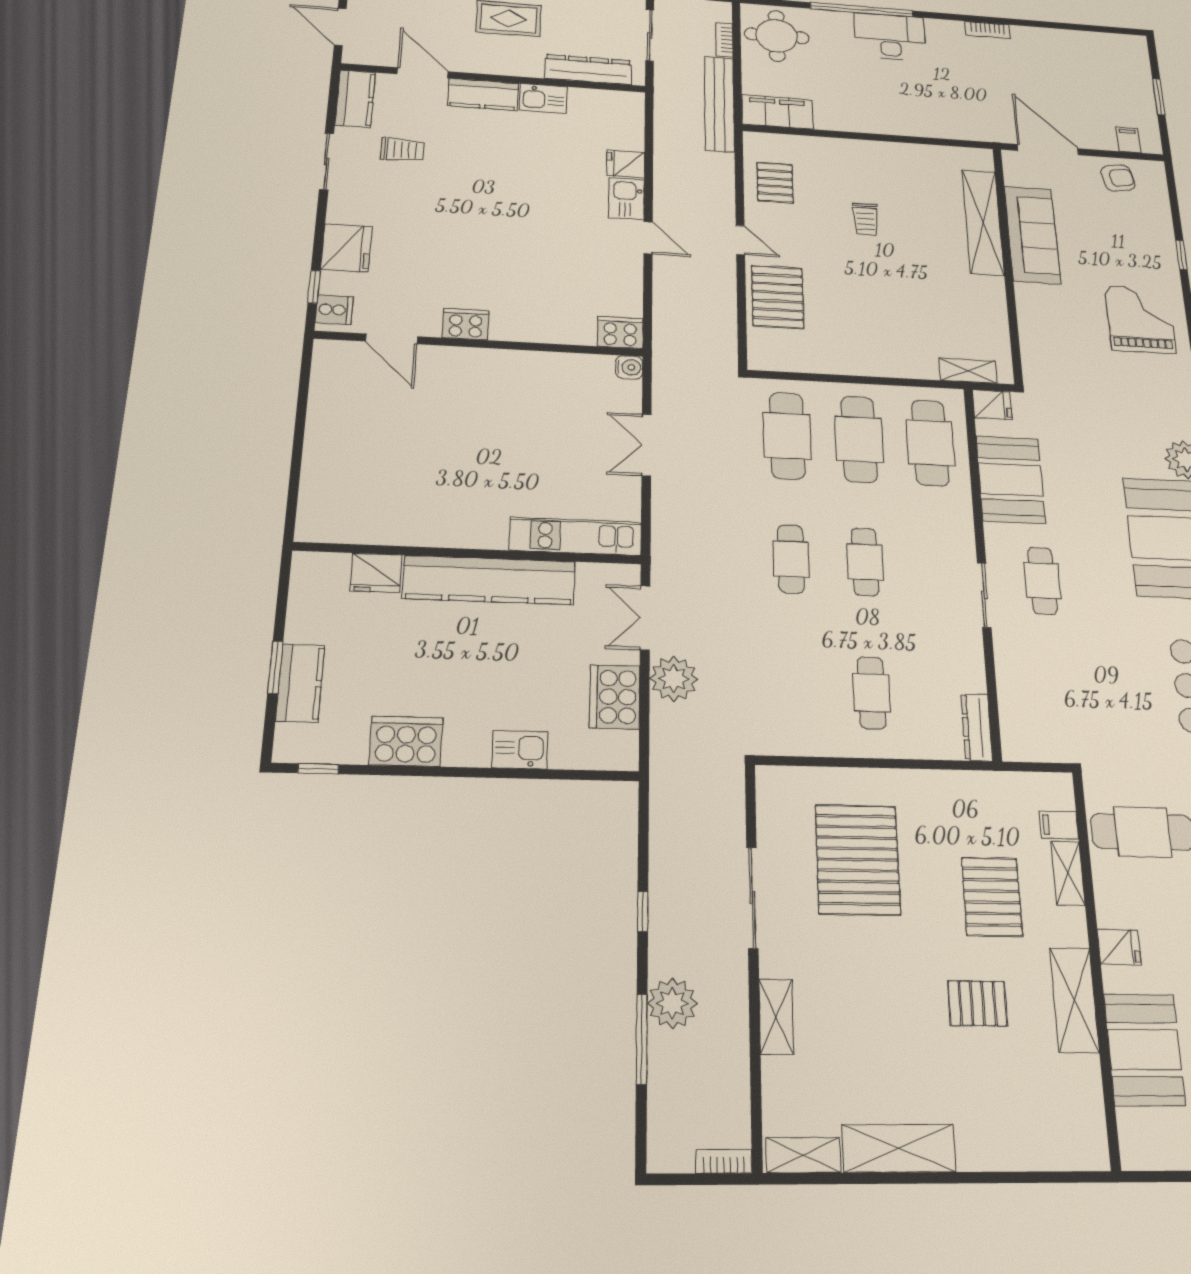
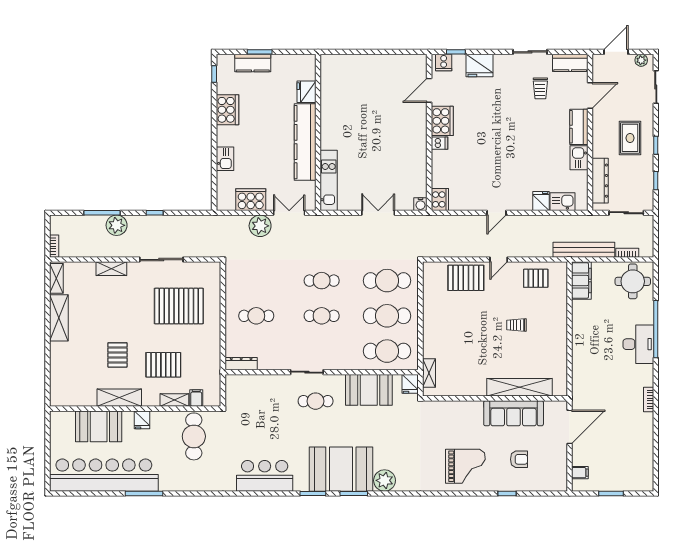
armchair: (1118, 178) -> (519, 459), moved, turned -80
kitchen sink: (627, 199) -> (562, 202), moved
cooker: (466, 324) -> (442, 121), width x1.37, depth x1.31
dishwasher: (504, 327) -> (439, 143), added

